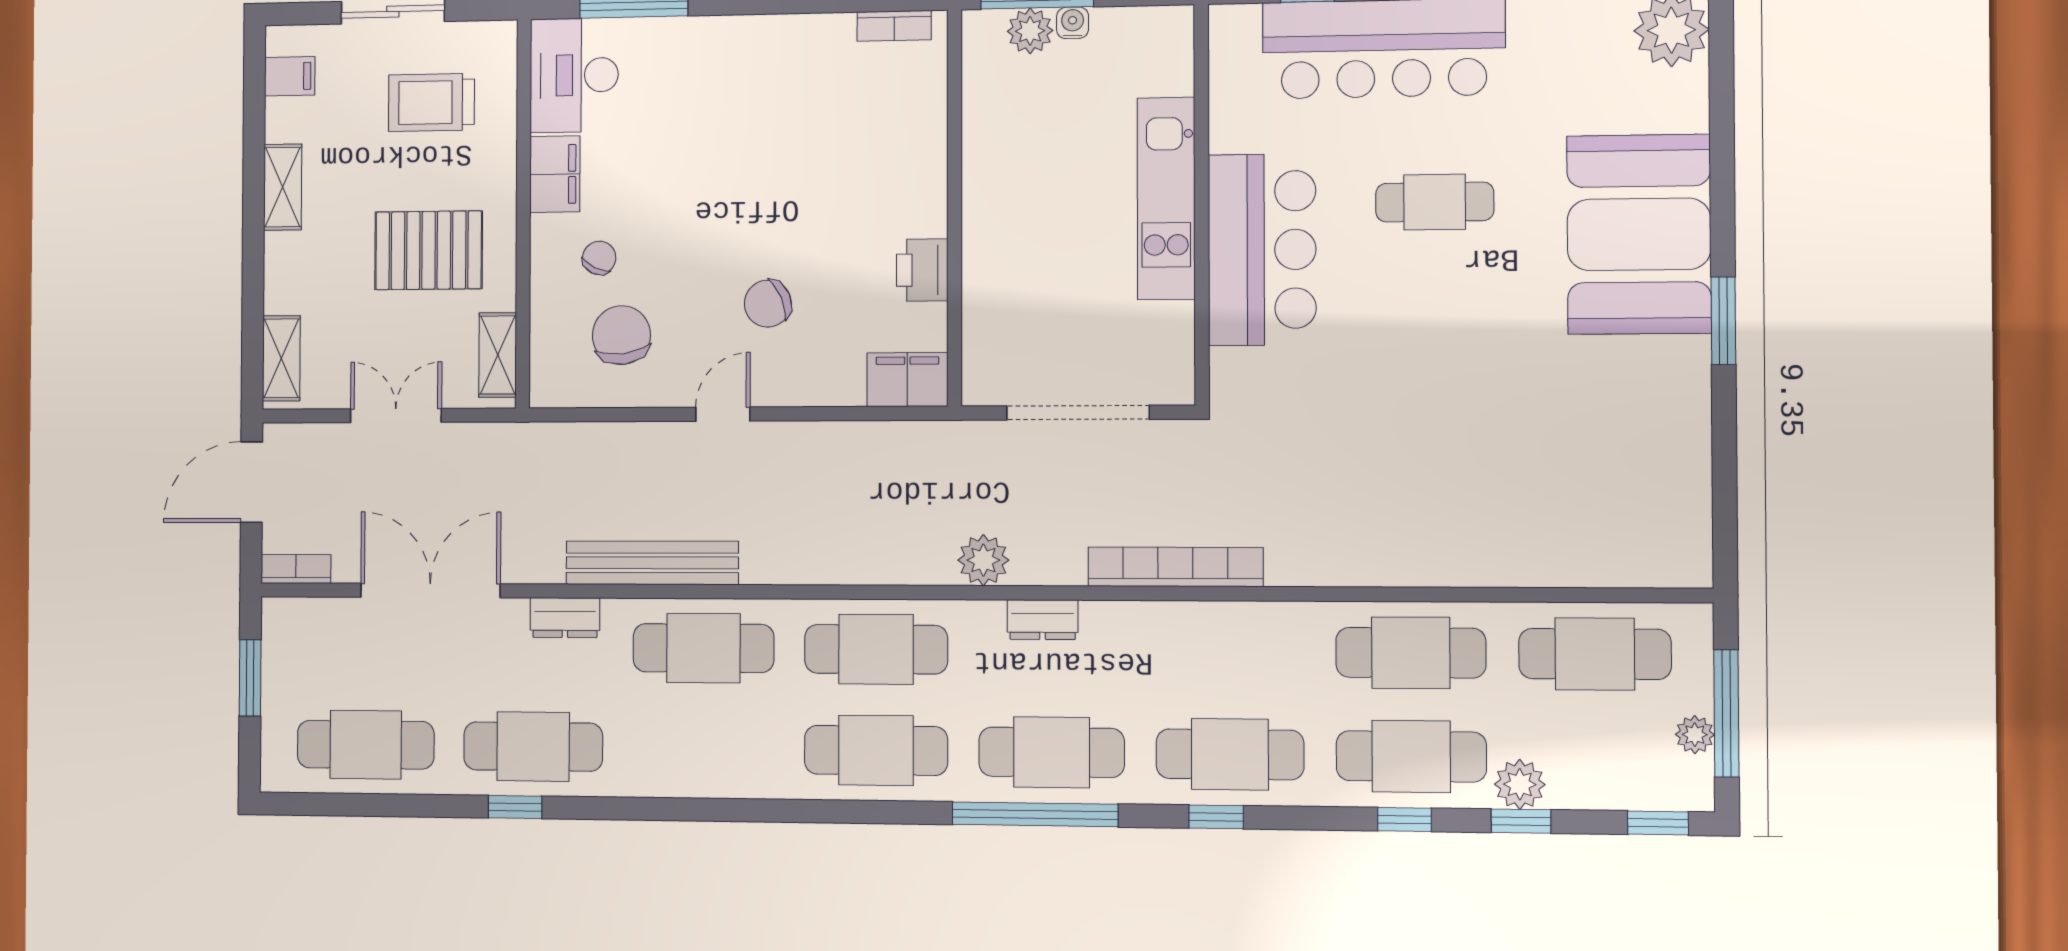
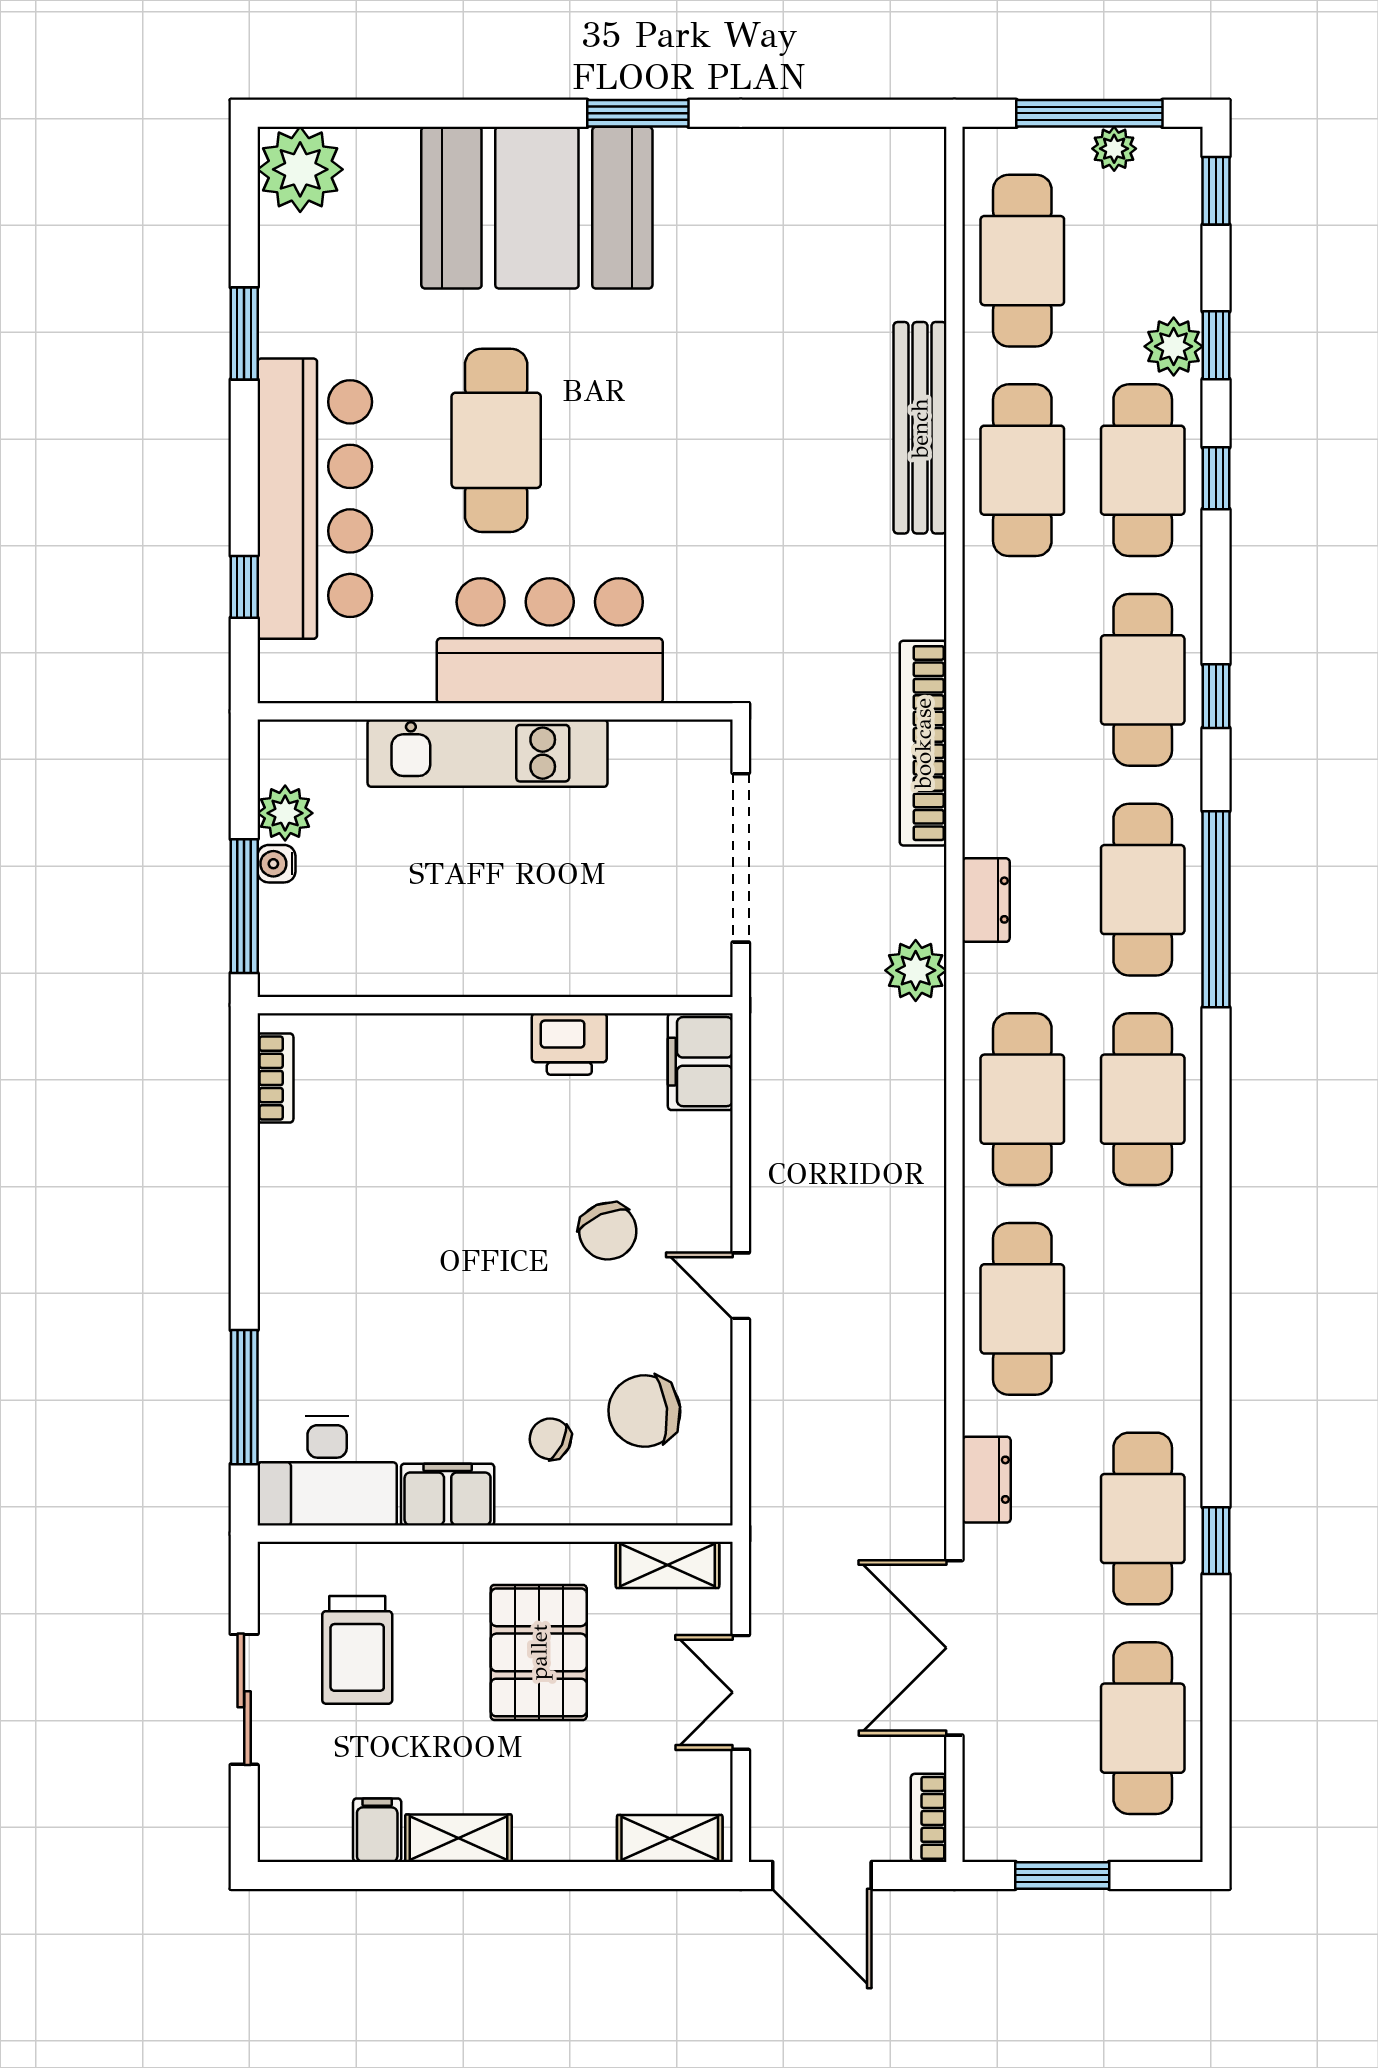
plant: (1030, 31) -> (285, 813), moved
filing cabinet: (290, 76) -> (377, 1830), moved
cafe table: (1435, 202) -> (496, 440), width x1.37, depth x1.35
bench: (652, 563) -> (920, 428), moved

